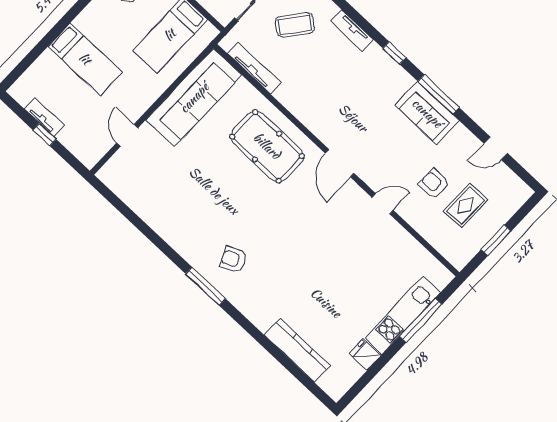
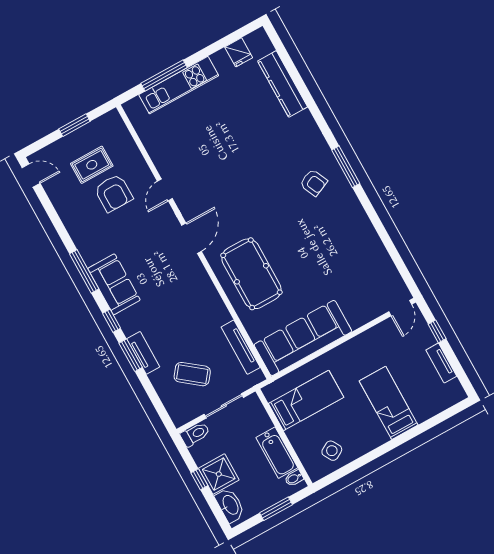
window: (364, 24) -> (131, 355), added
sofa: (427, 113) -> (114, 284), moved
window: (45, 135) -> (437, 331), moved
door: (127, 135) -> (400, 308), moved
door: (496, 148) -> (31, 175), moved
armchair: (434, 184) -> (114, 193), width x1.38, depth x1.38
door: (383, 204) -> (165, 190), hinge flipped
fridge: (365, 354) -> (239, 52), moved

